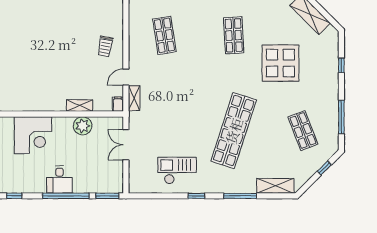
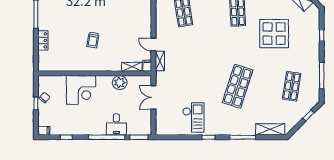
trolley: (105, 46) -> (93, 40), moved
door: (126, 77) -> (153, 45), hinge flipped
shelving: (80, 106) -> (132, 67), moved
shop shelf: (234, 131) -> (238, 86), width x0.71
shop shelf: (303, 131) -> (292, 86), turned 30
checkout: (177, 171) -> (193, 117), turned 90
desk: (59, 180) -> (116, 125), moved

